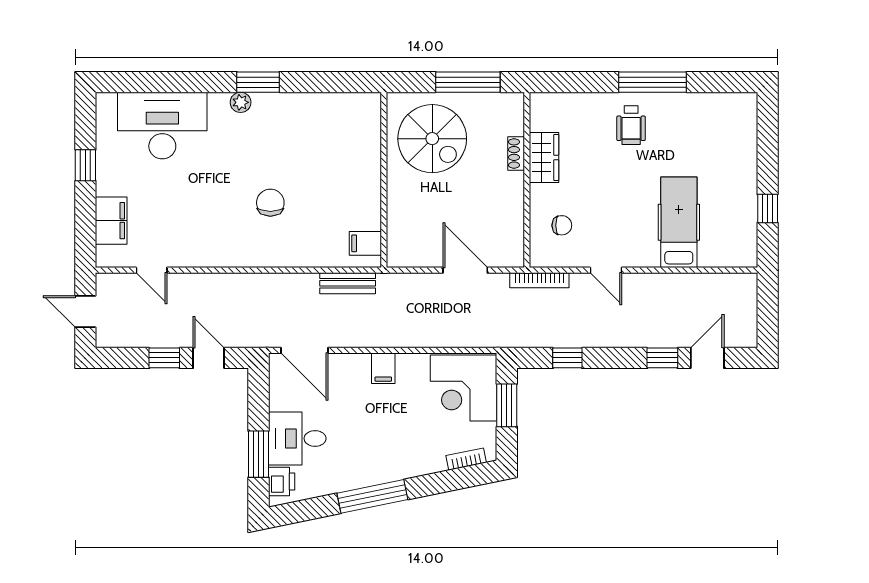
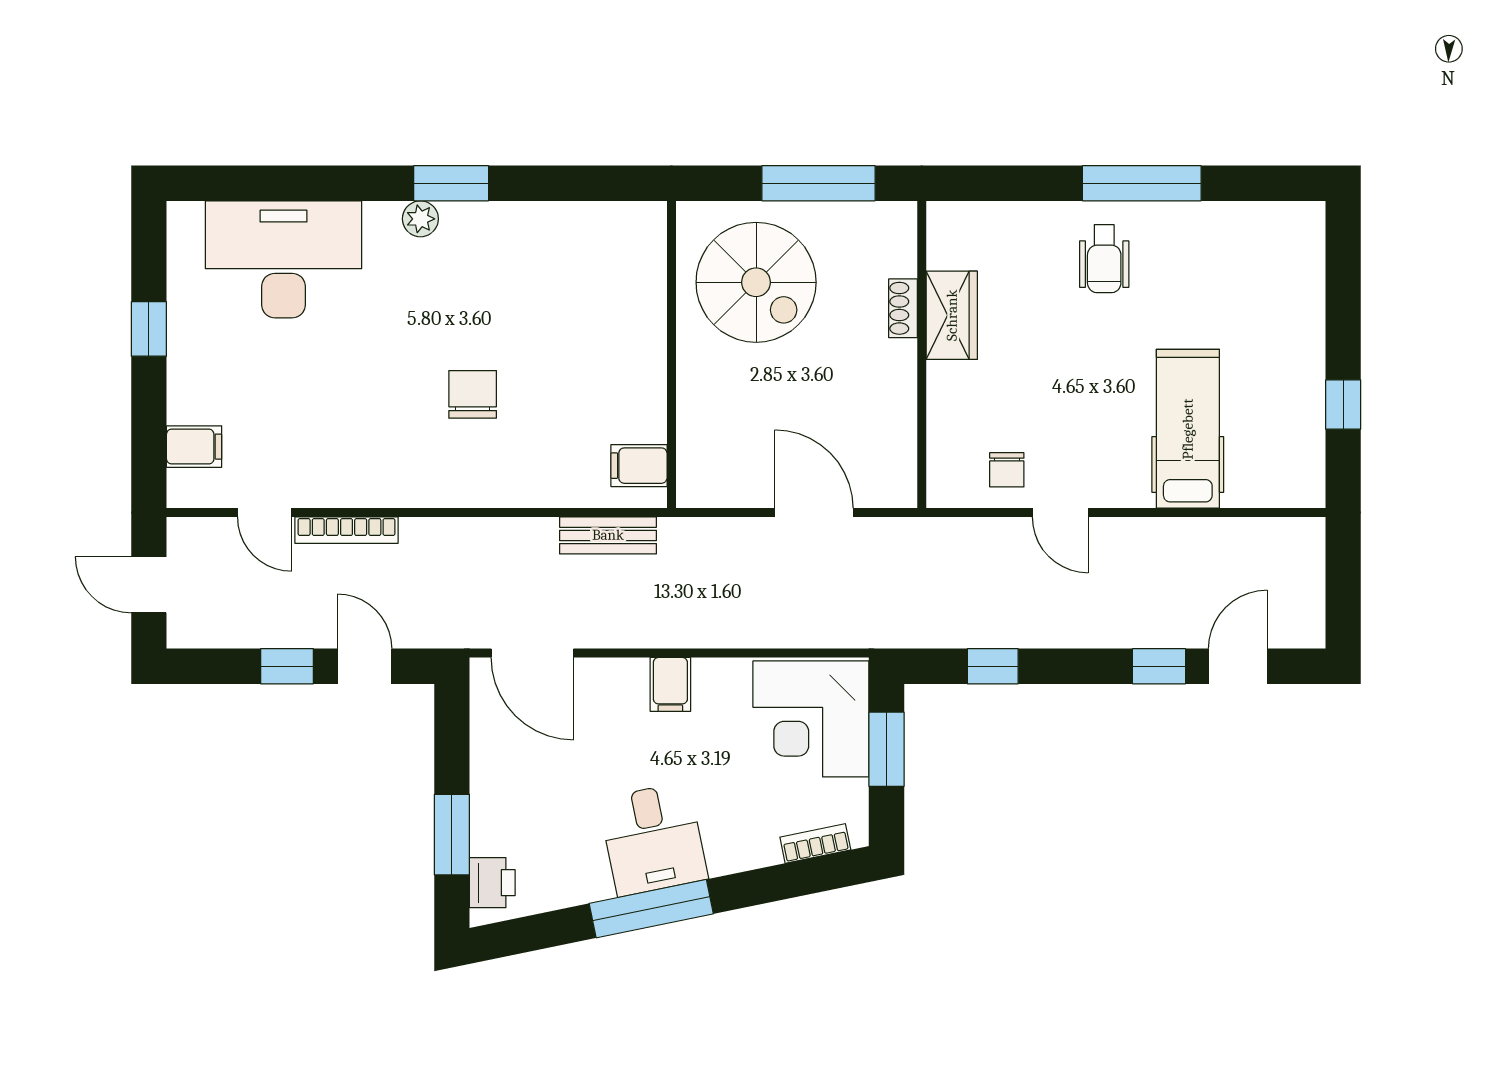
filing cabinet: (111, 221) -> (194, 447), width x0.50
chair: (562, 225) -> (1007, 470), moved, turned 90
bookcase: (539, 280) -> (347, 530), moved
desk: (297, 438) -> (653, 839), moved, turned -102

